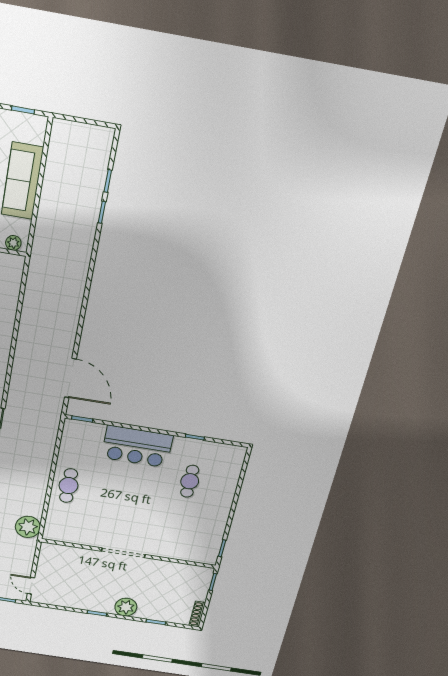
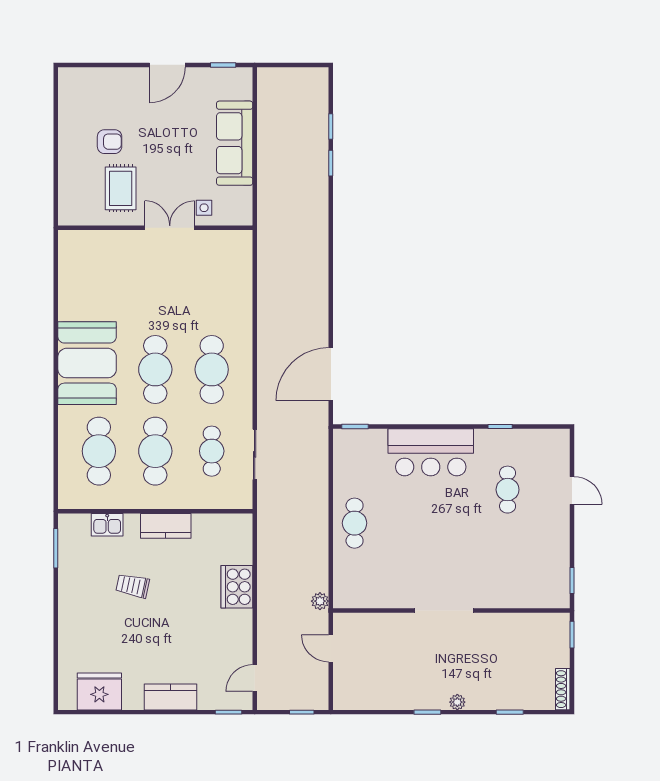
plant: (13, 243) -> (235, 217), removed
door: (70, 378) -> (331, 374), swing flipped
door: (238, 490) -> (572, 491), added
plant: (28, 527) -> (320, 601), width x0.53, depth x0.53
door: (31, 586) -> (331, 649), moved
plant: (126, 607) -> (457, 702), width x0.53, depth x0.53

